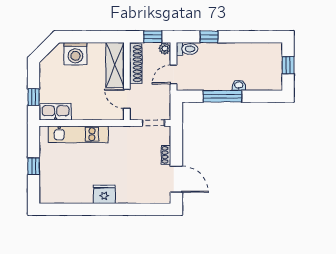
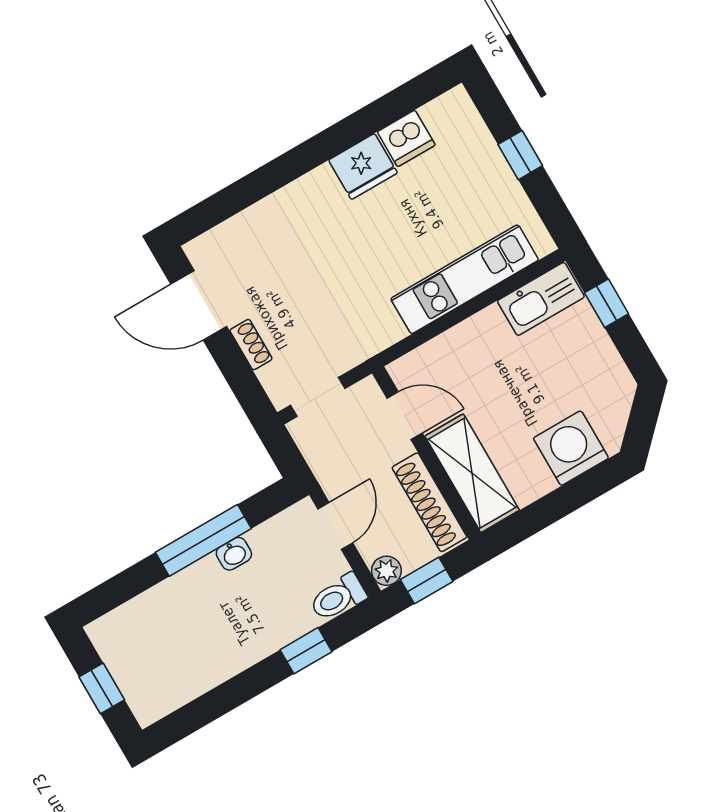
washbasin: (239, 85) -> (234, 554), moved
fridge: (104, 194) -> (363, 166), moved
dishwasher: (70, 195) -> (406, 138), added

